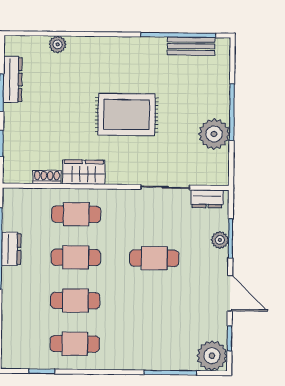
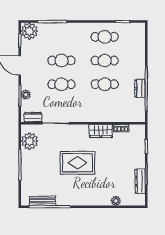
plant: (214, 134) -> (29, 141), moved
cafe table: (76, 214) -> (62, 61), moved

